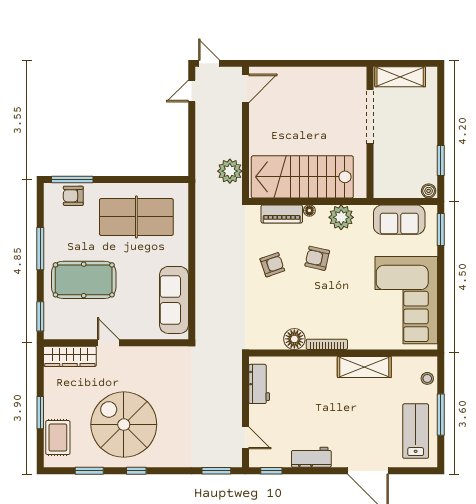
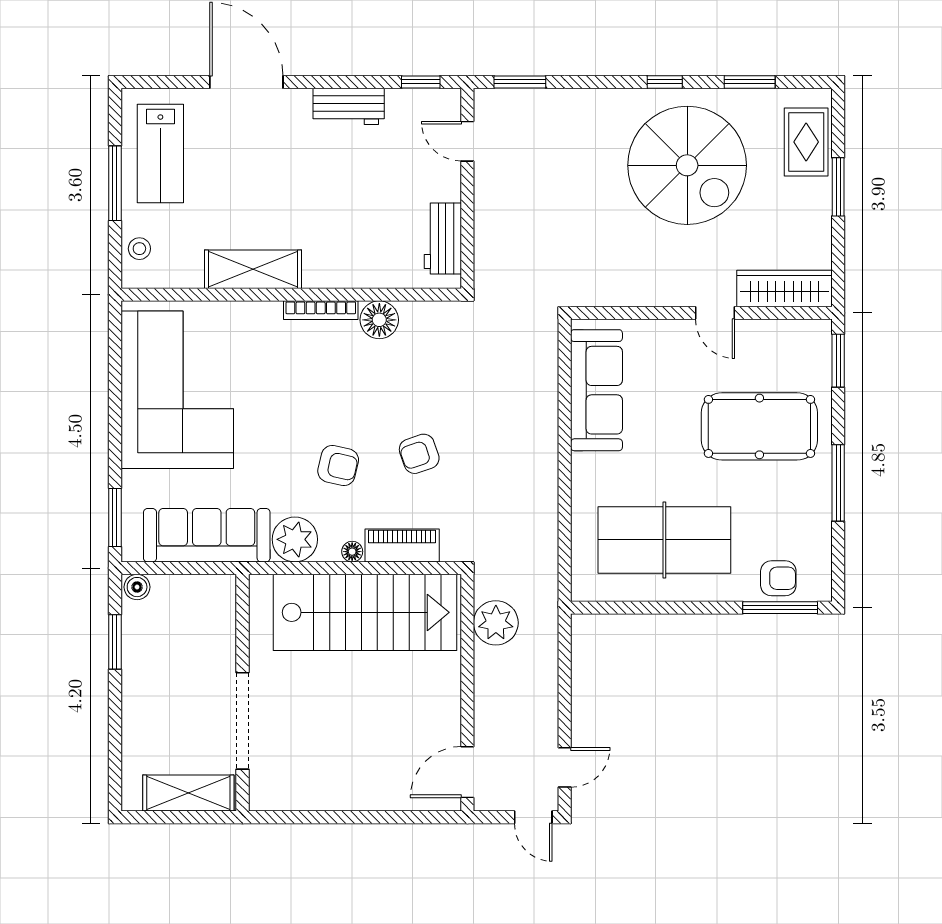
sofa: (399, 220) -> (207, 535), width x1.36

